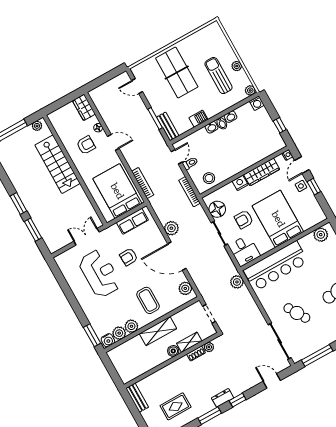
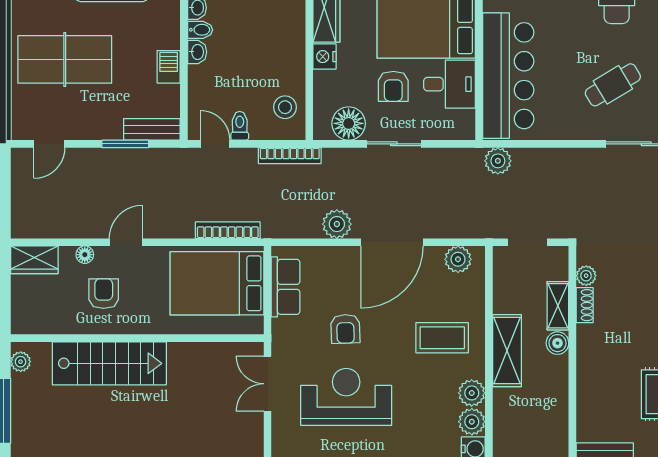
desk: (244, 251) -> (449, 84), moved

